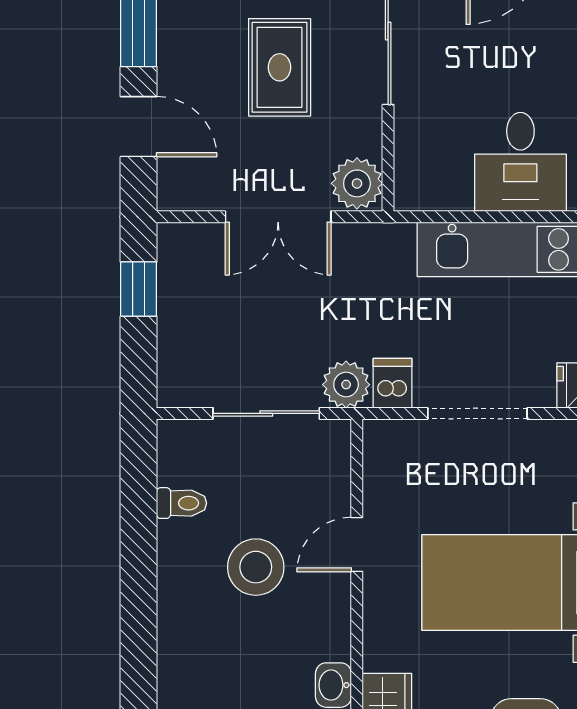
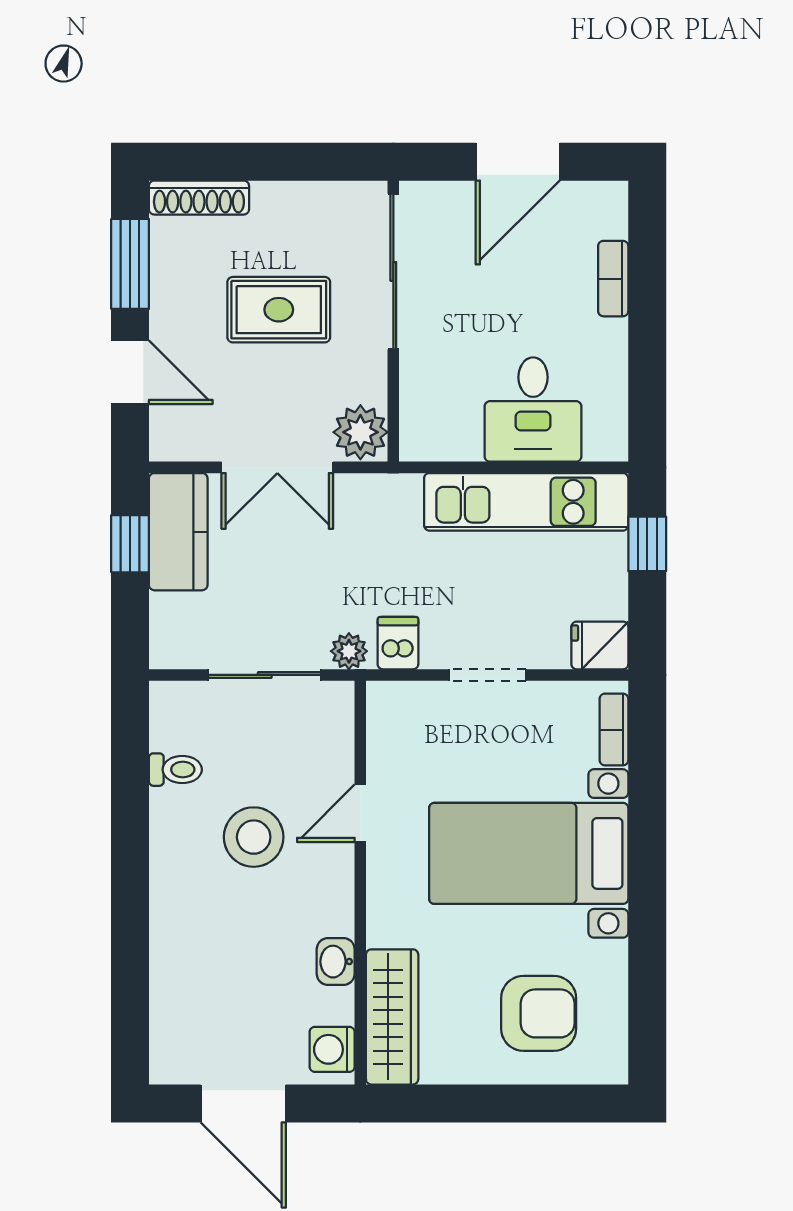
rug: (280, 67) -> (279, 310), turned 90
kitchen counter: (184, 278) -> (178, 532), added
plant: (346, 385) -> (349, 651), width x0.73, depth x0.73
doorway: (477, 413) -> (488, 675), width x0.73

